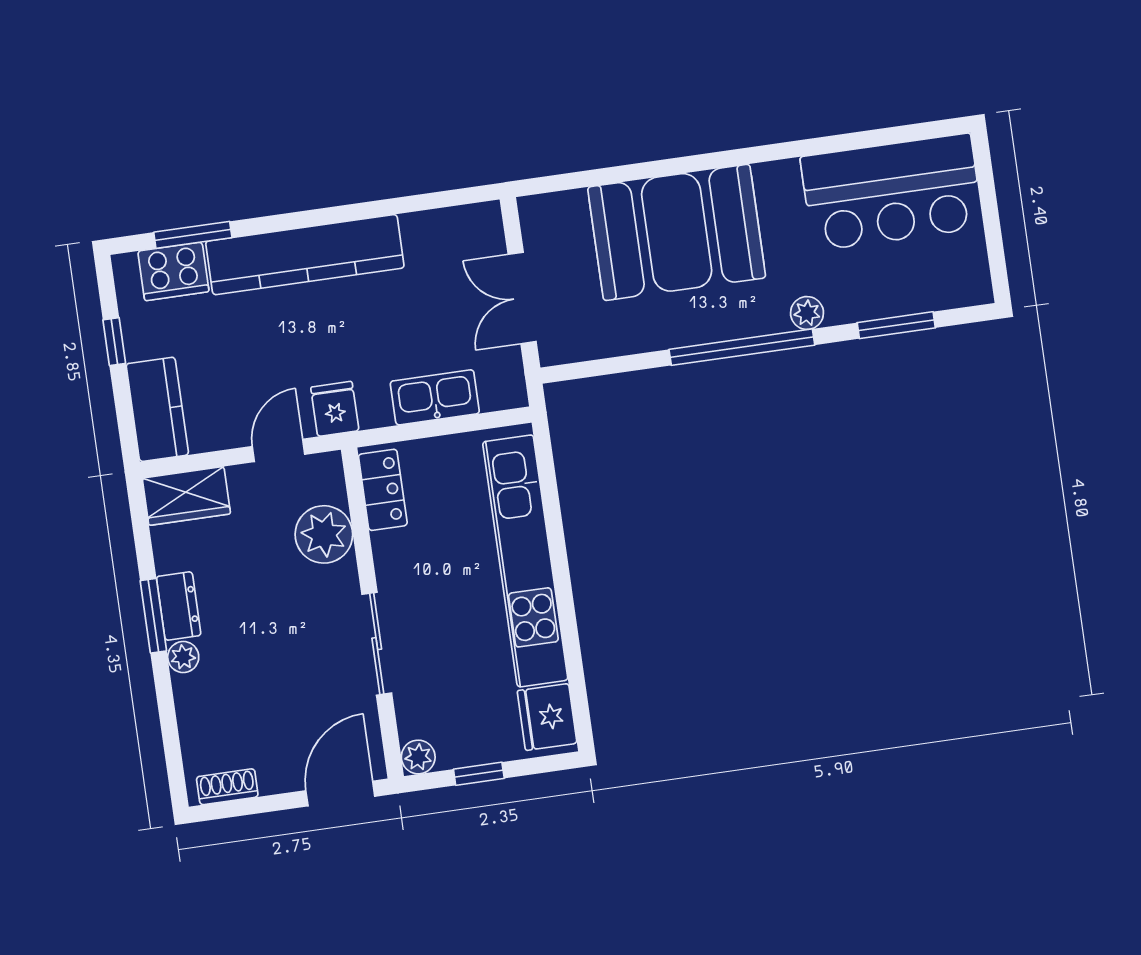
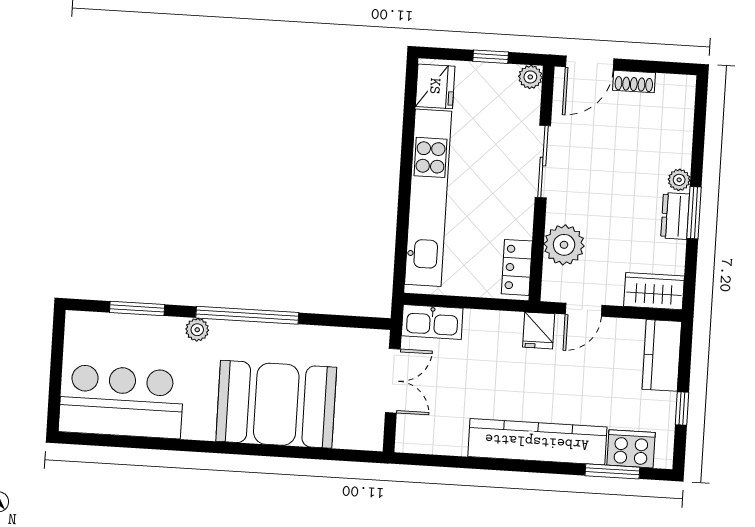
kitchen sink: (435, 397) -> (432, 322), moved
shoe rack: (227, 787) -> (634, 81), moved

